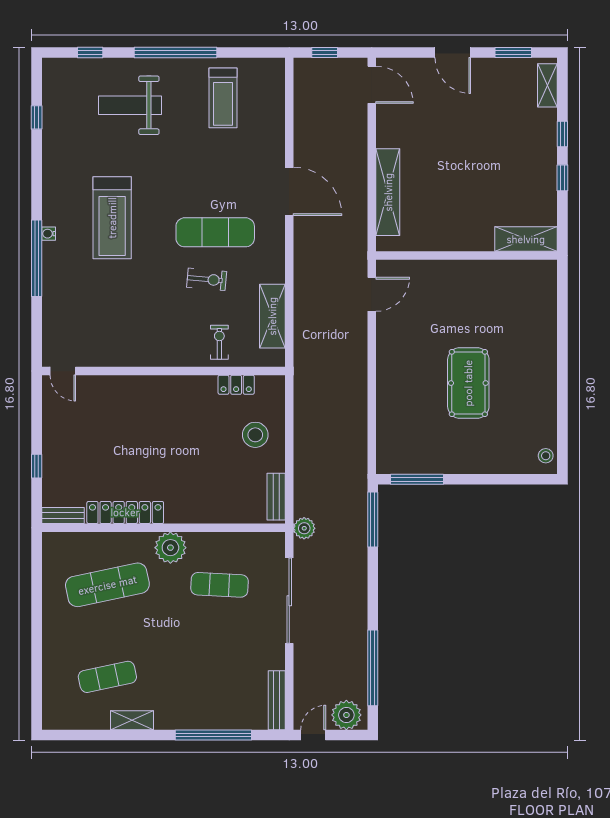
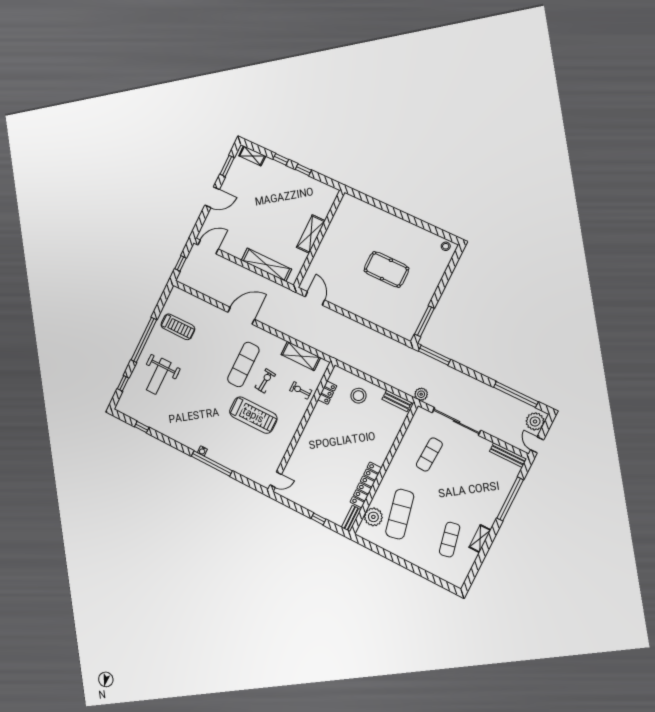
treadmill: (112, 218) -> (253, 415), moved
shelving: (526, 239) -> (311, 234), moved
plant: (170, 548) -> (373, 517), moved

